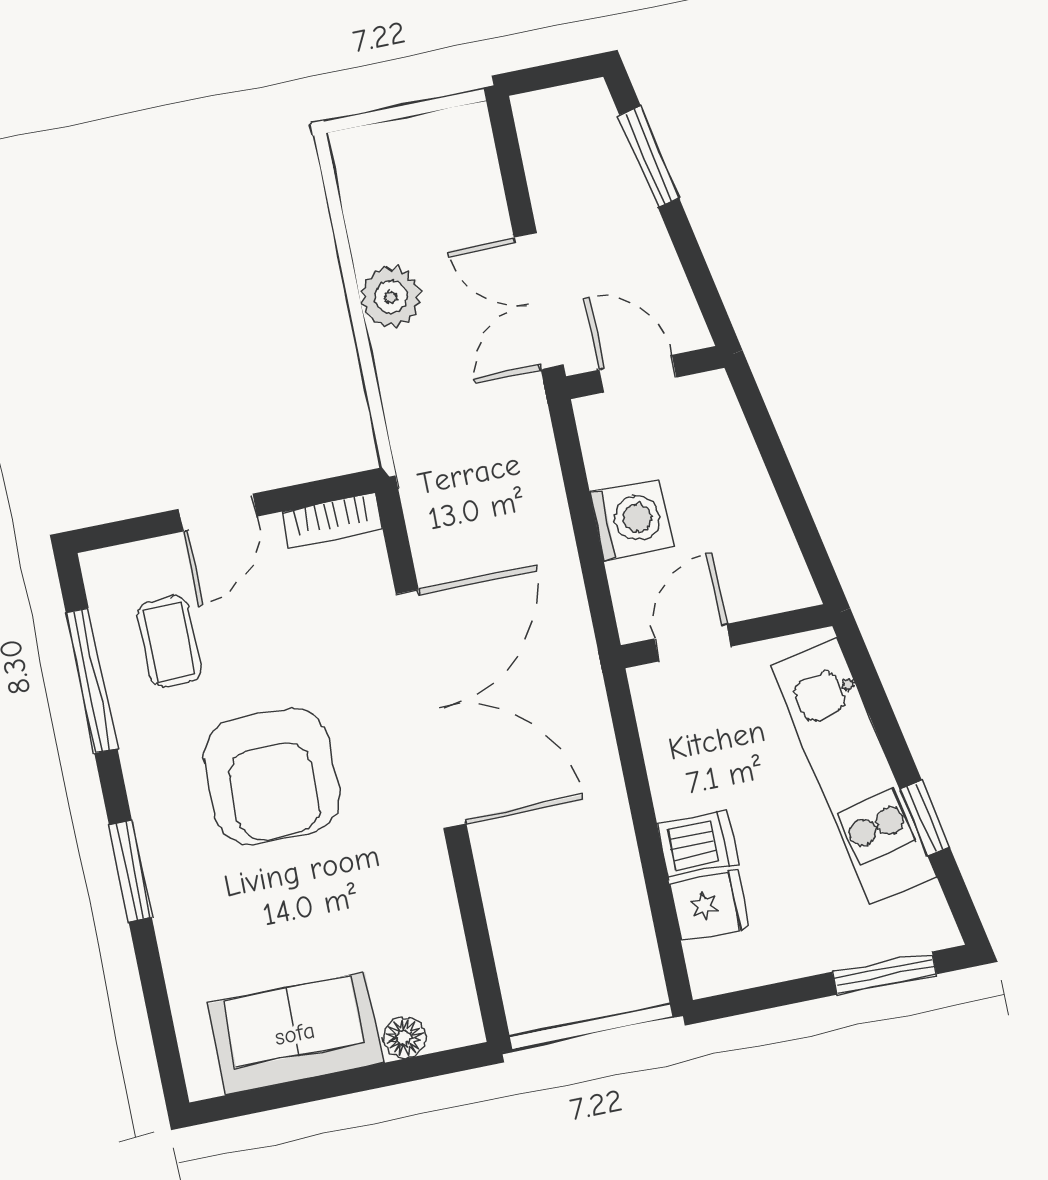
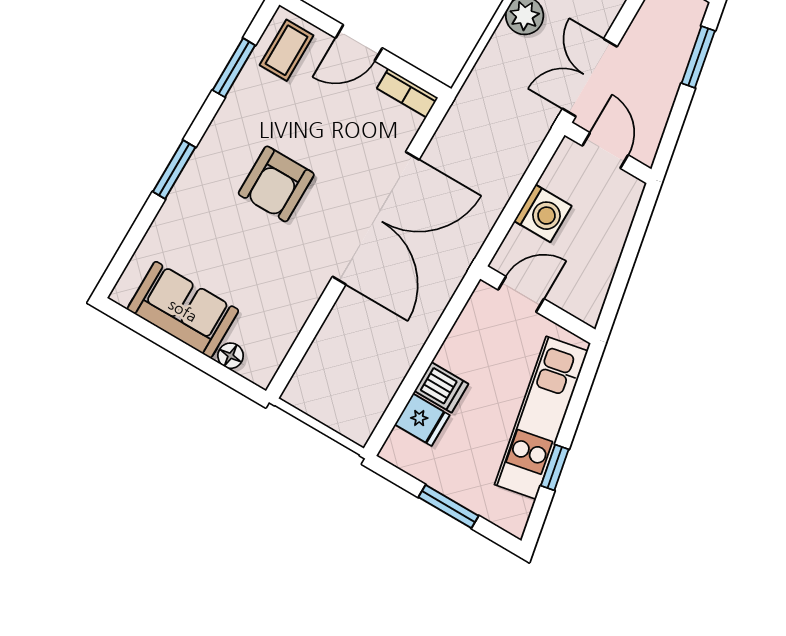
coffee table: (170, 642) -> (287, 50), moved
window: (92, 681) -> (234, 68), width x0.69
armchair: (271, 777) -> (276, 184), width x0.73, depth x0.73
window: (884, 973) -> (448, 506), moved

